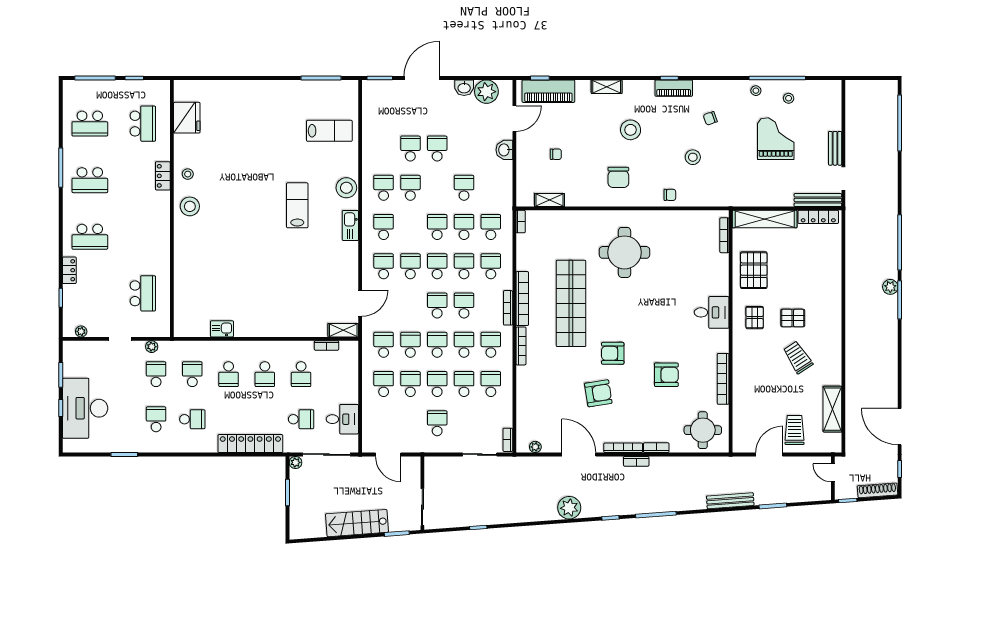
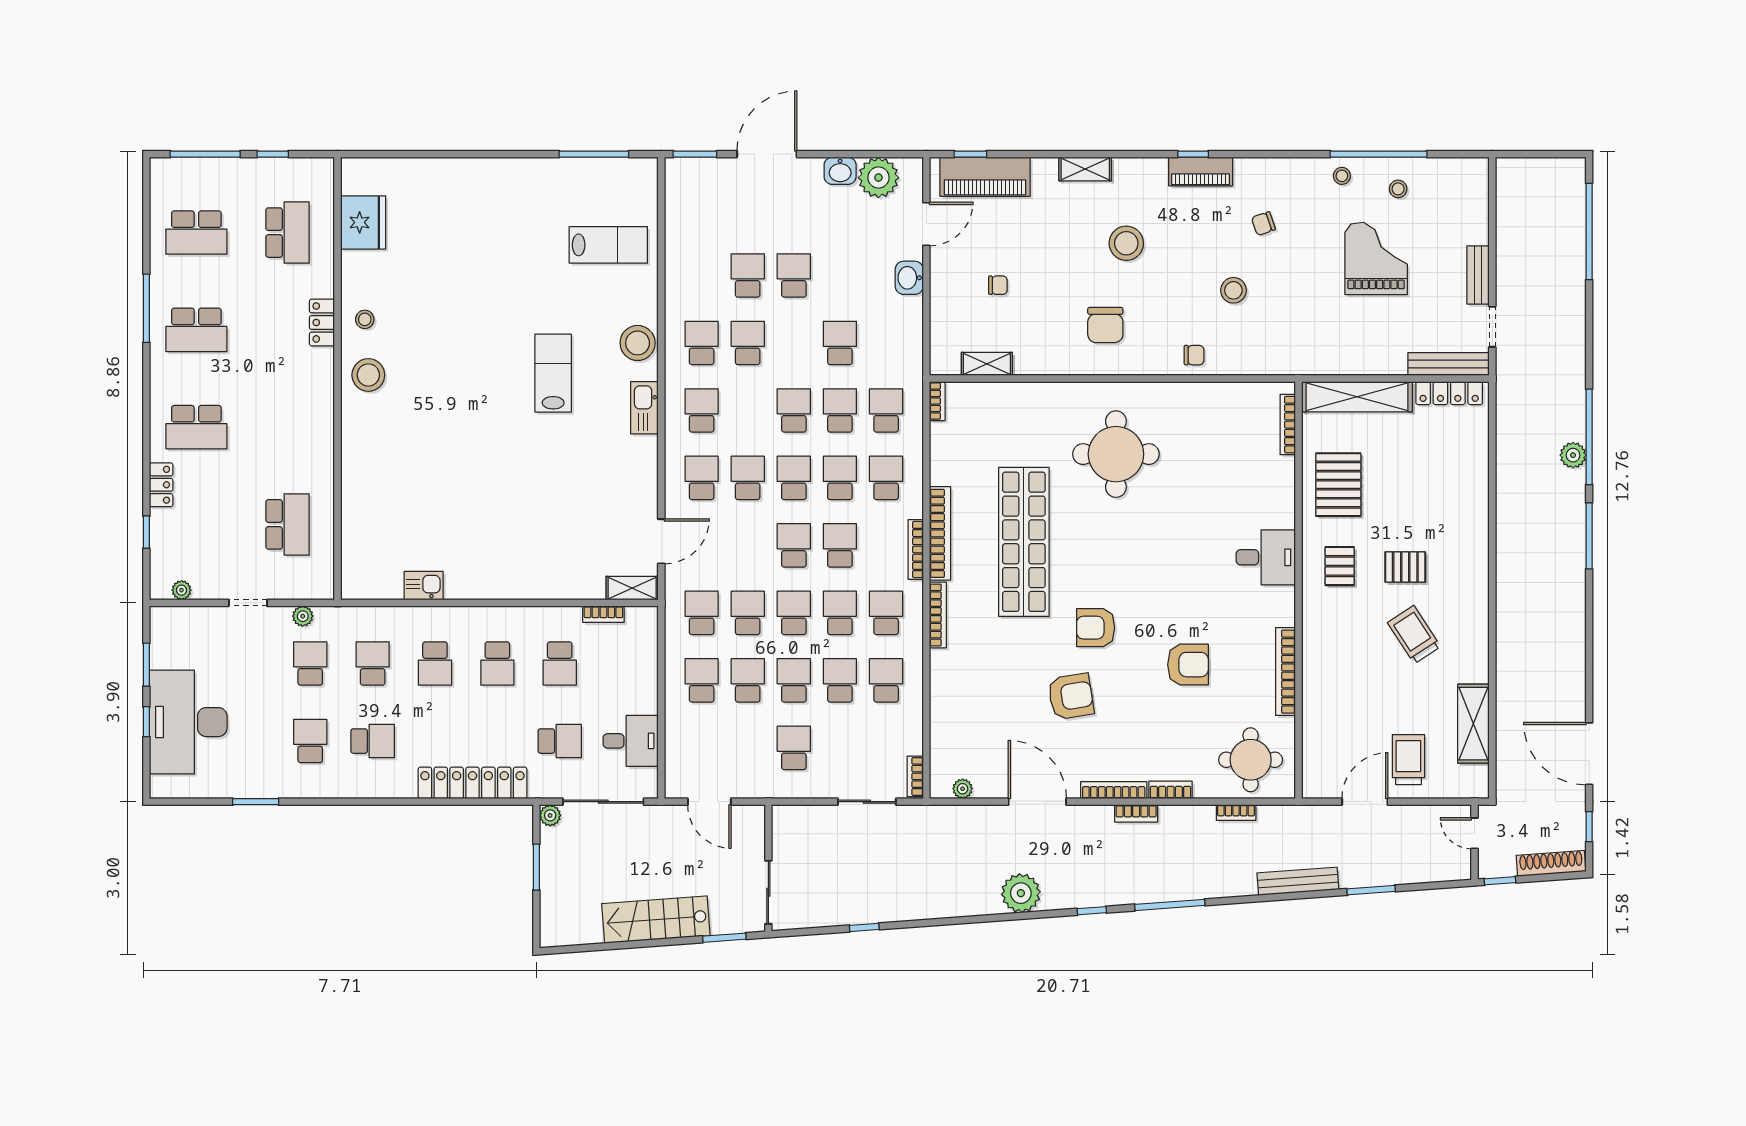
plant: (890, 287) -> (1573, 455), moved
bookcase: (694, 461) -> (1236, 813), added

